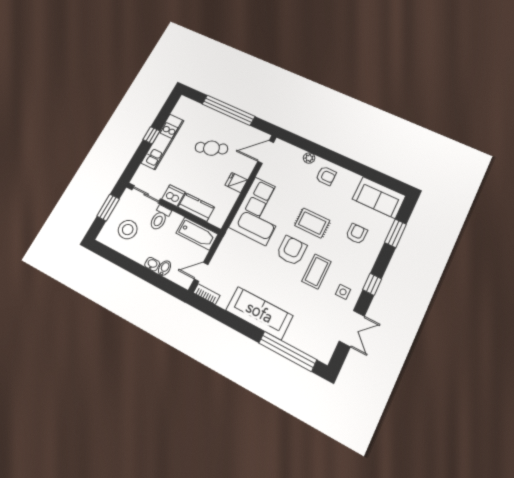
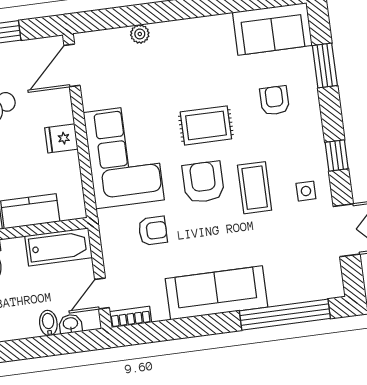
armchair: (326, 176) -> (153, 231), moved
washbasin: (152, 264) -> (70, 324), moved

